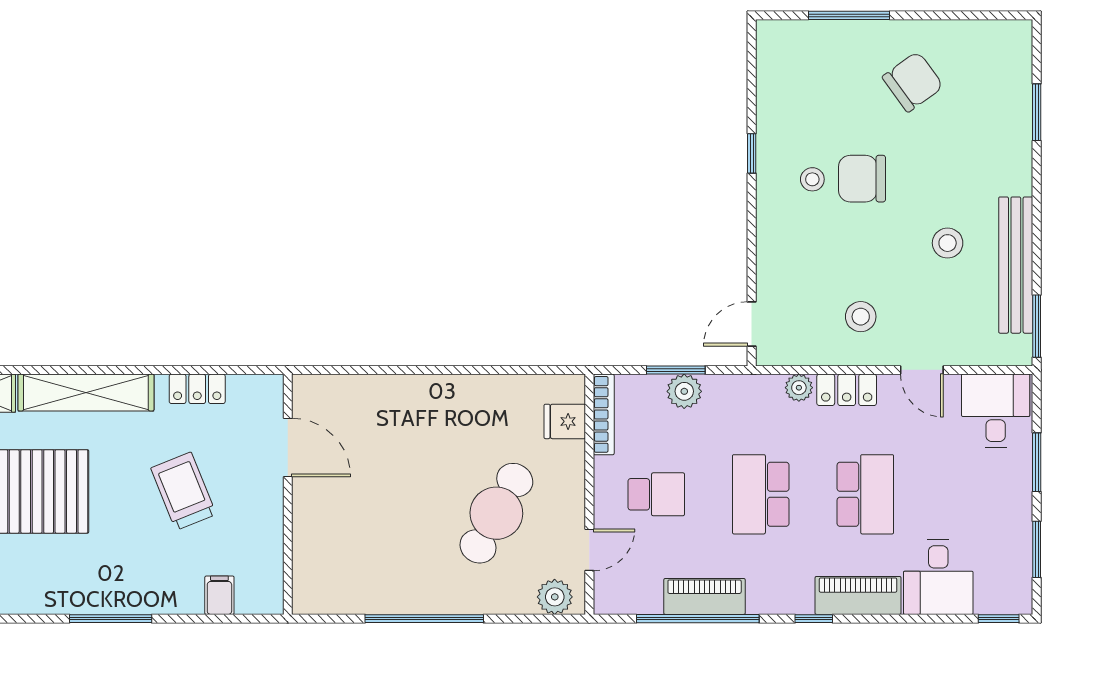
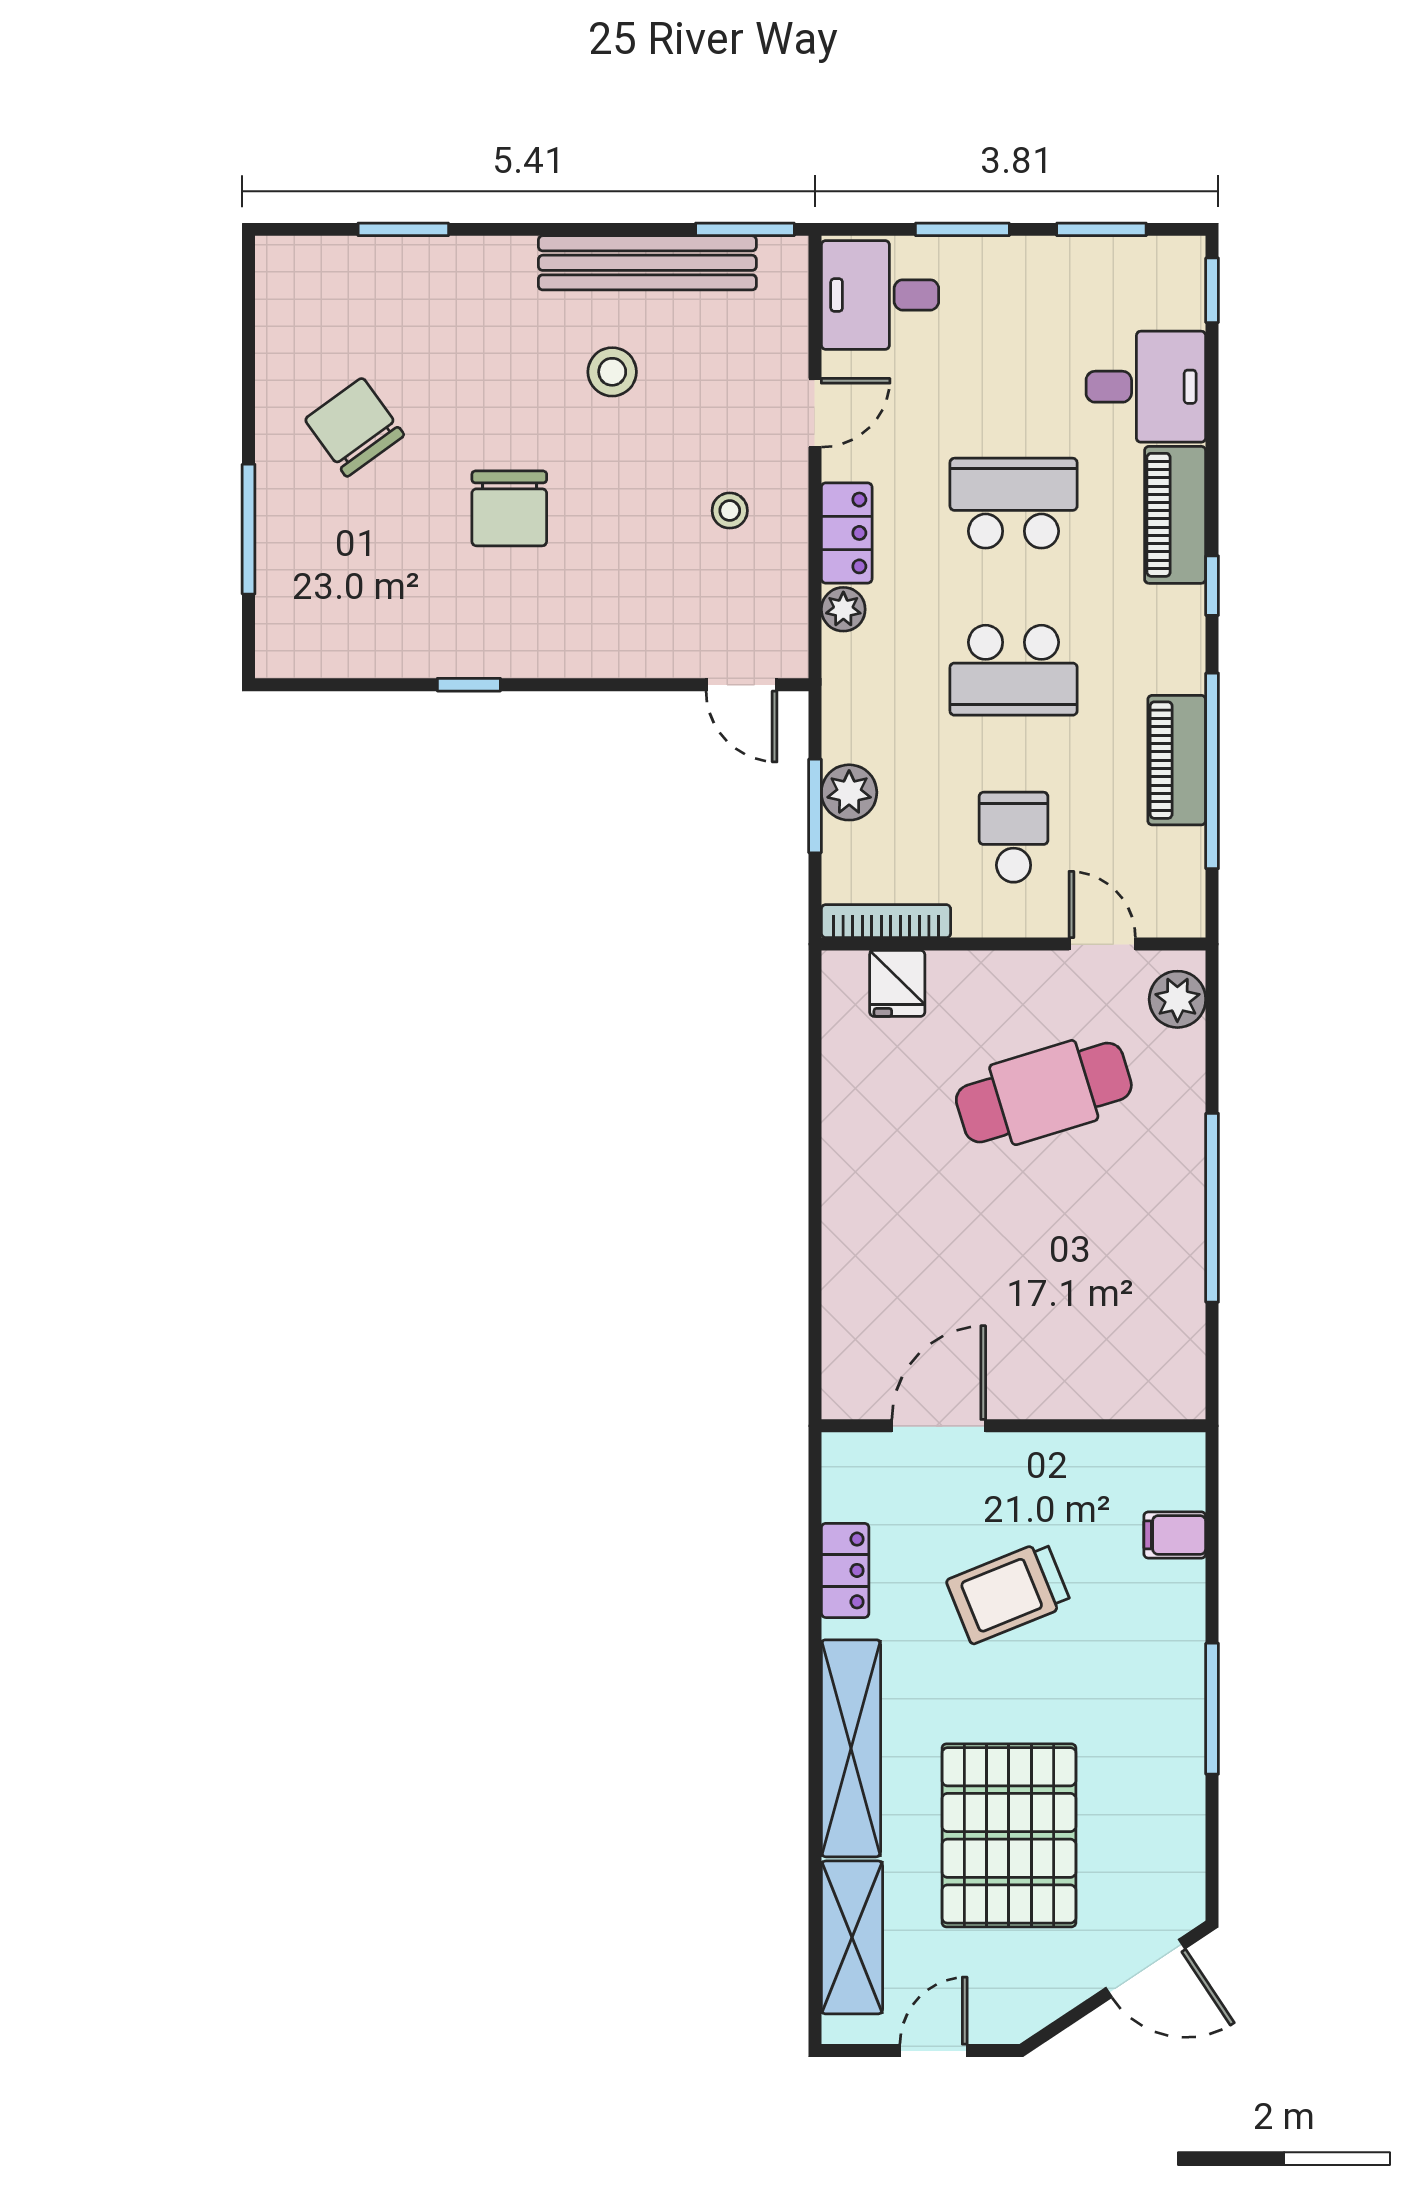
stool: (812, 179) -> (510, 588), removed
stool: (861, 317) -> (730, 511), width x0.73, depth x0.73
cafe table: (496, 513) -> (1044, 1093), turned -46

